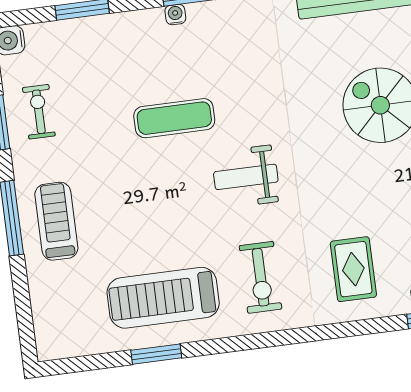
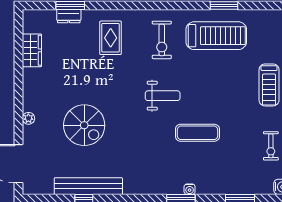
exercise bike: (260, 277) -> (162, 40), turned 180

